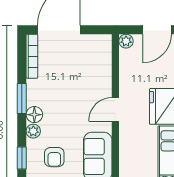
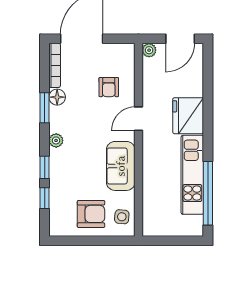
floor lamp: (34, 115) -> (57, 97), moved
armchair: (54, 157) -> (109, 87), moved

